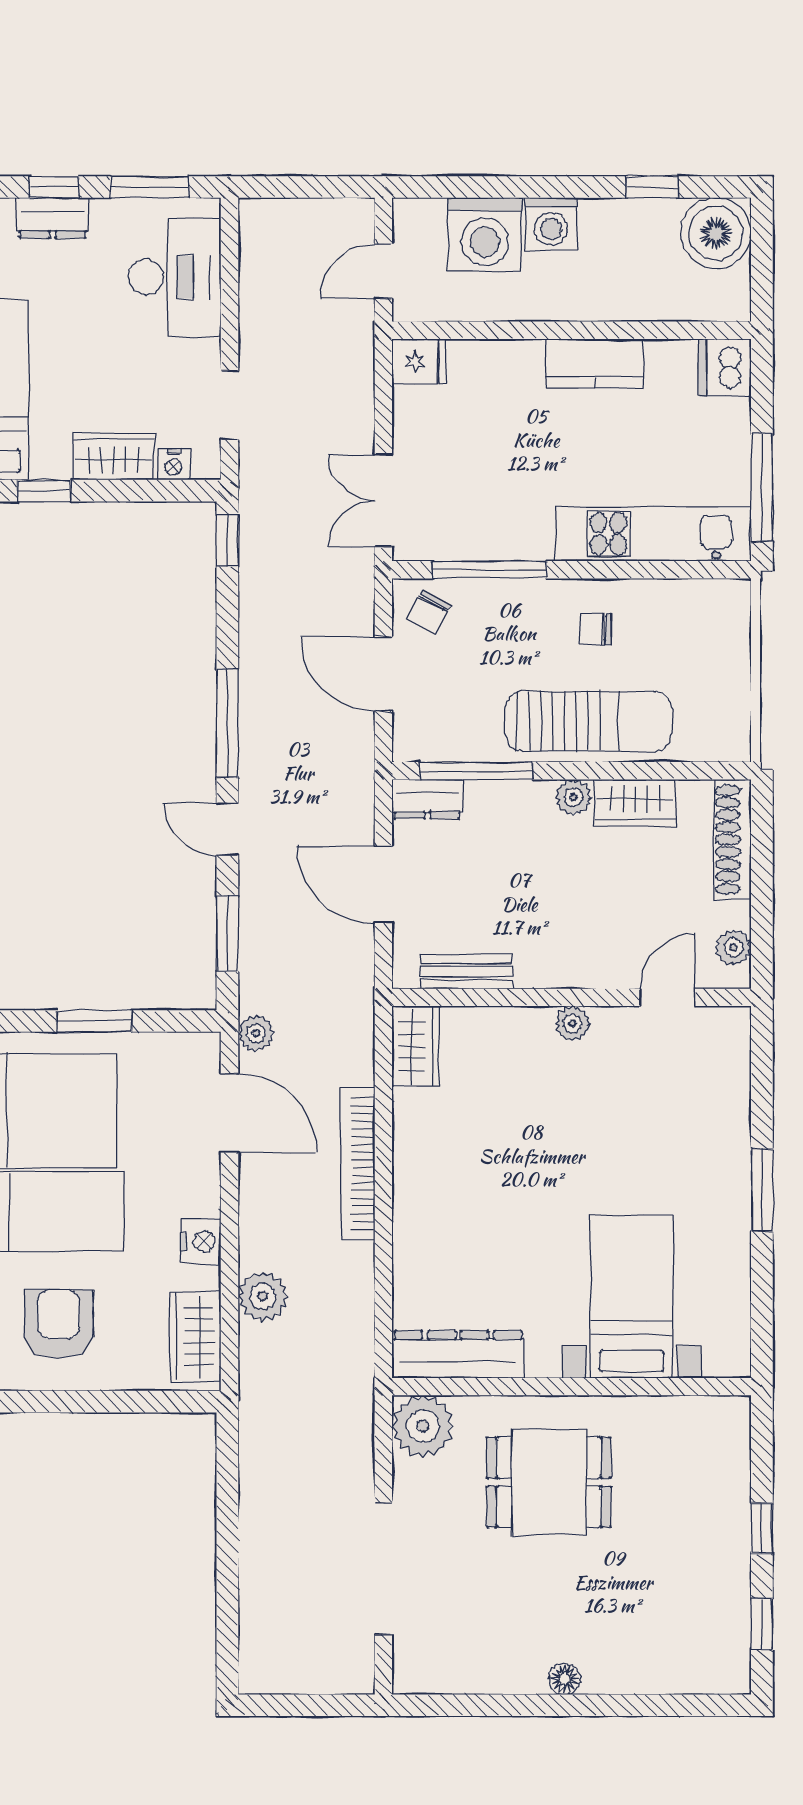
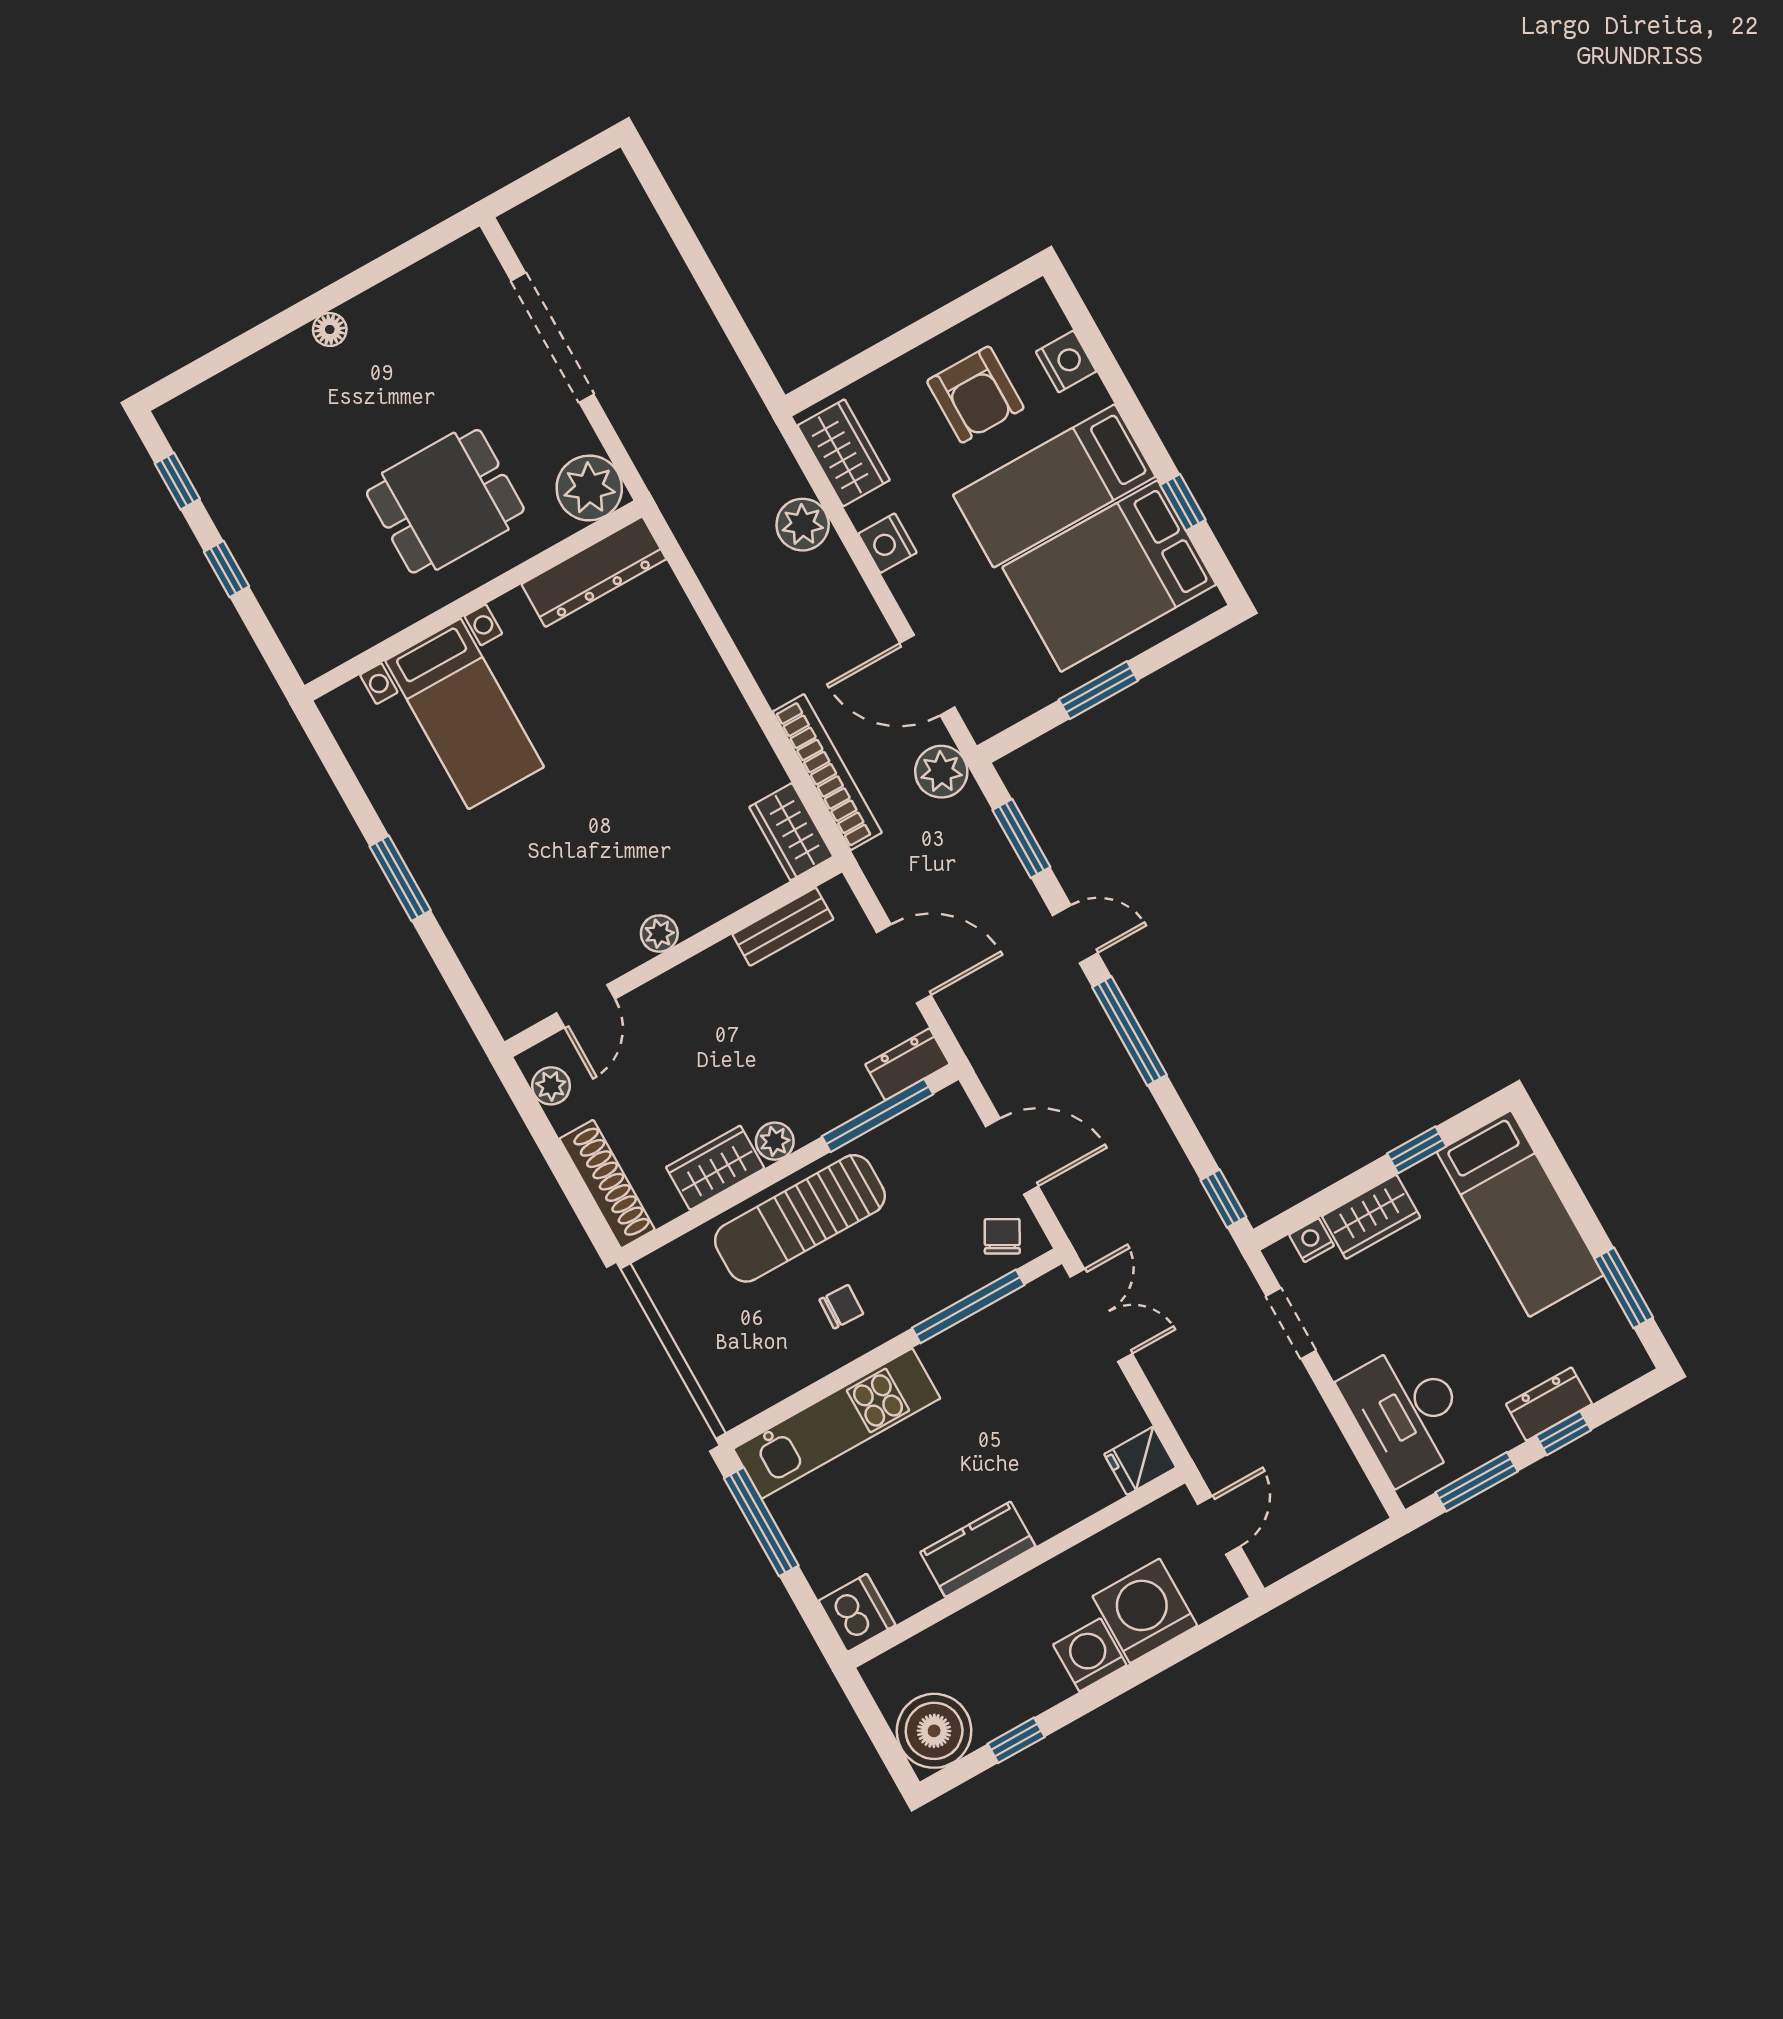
plant: (256, 1033) -> (941, 772), width x1.38, depth x1.38
bookcase: (358, 1164) -> (827, 772), moved

